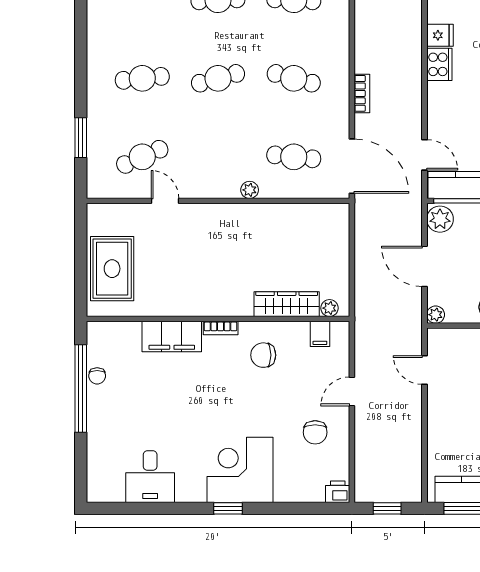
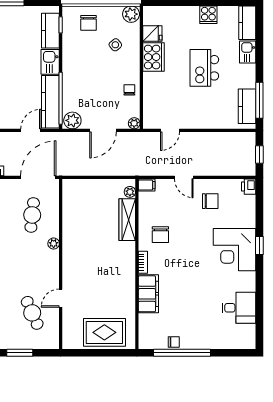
filing cabinet: (320, 334) -> (147, 185), moved
window: (228, 508) -> (259, 245), moved

